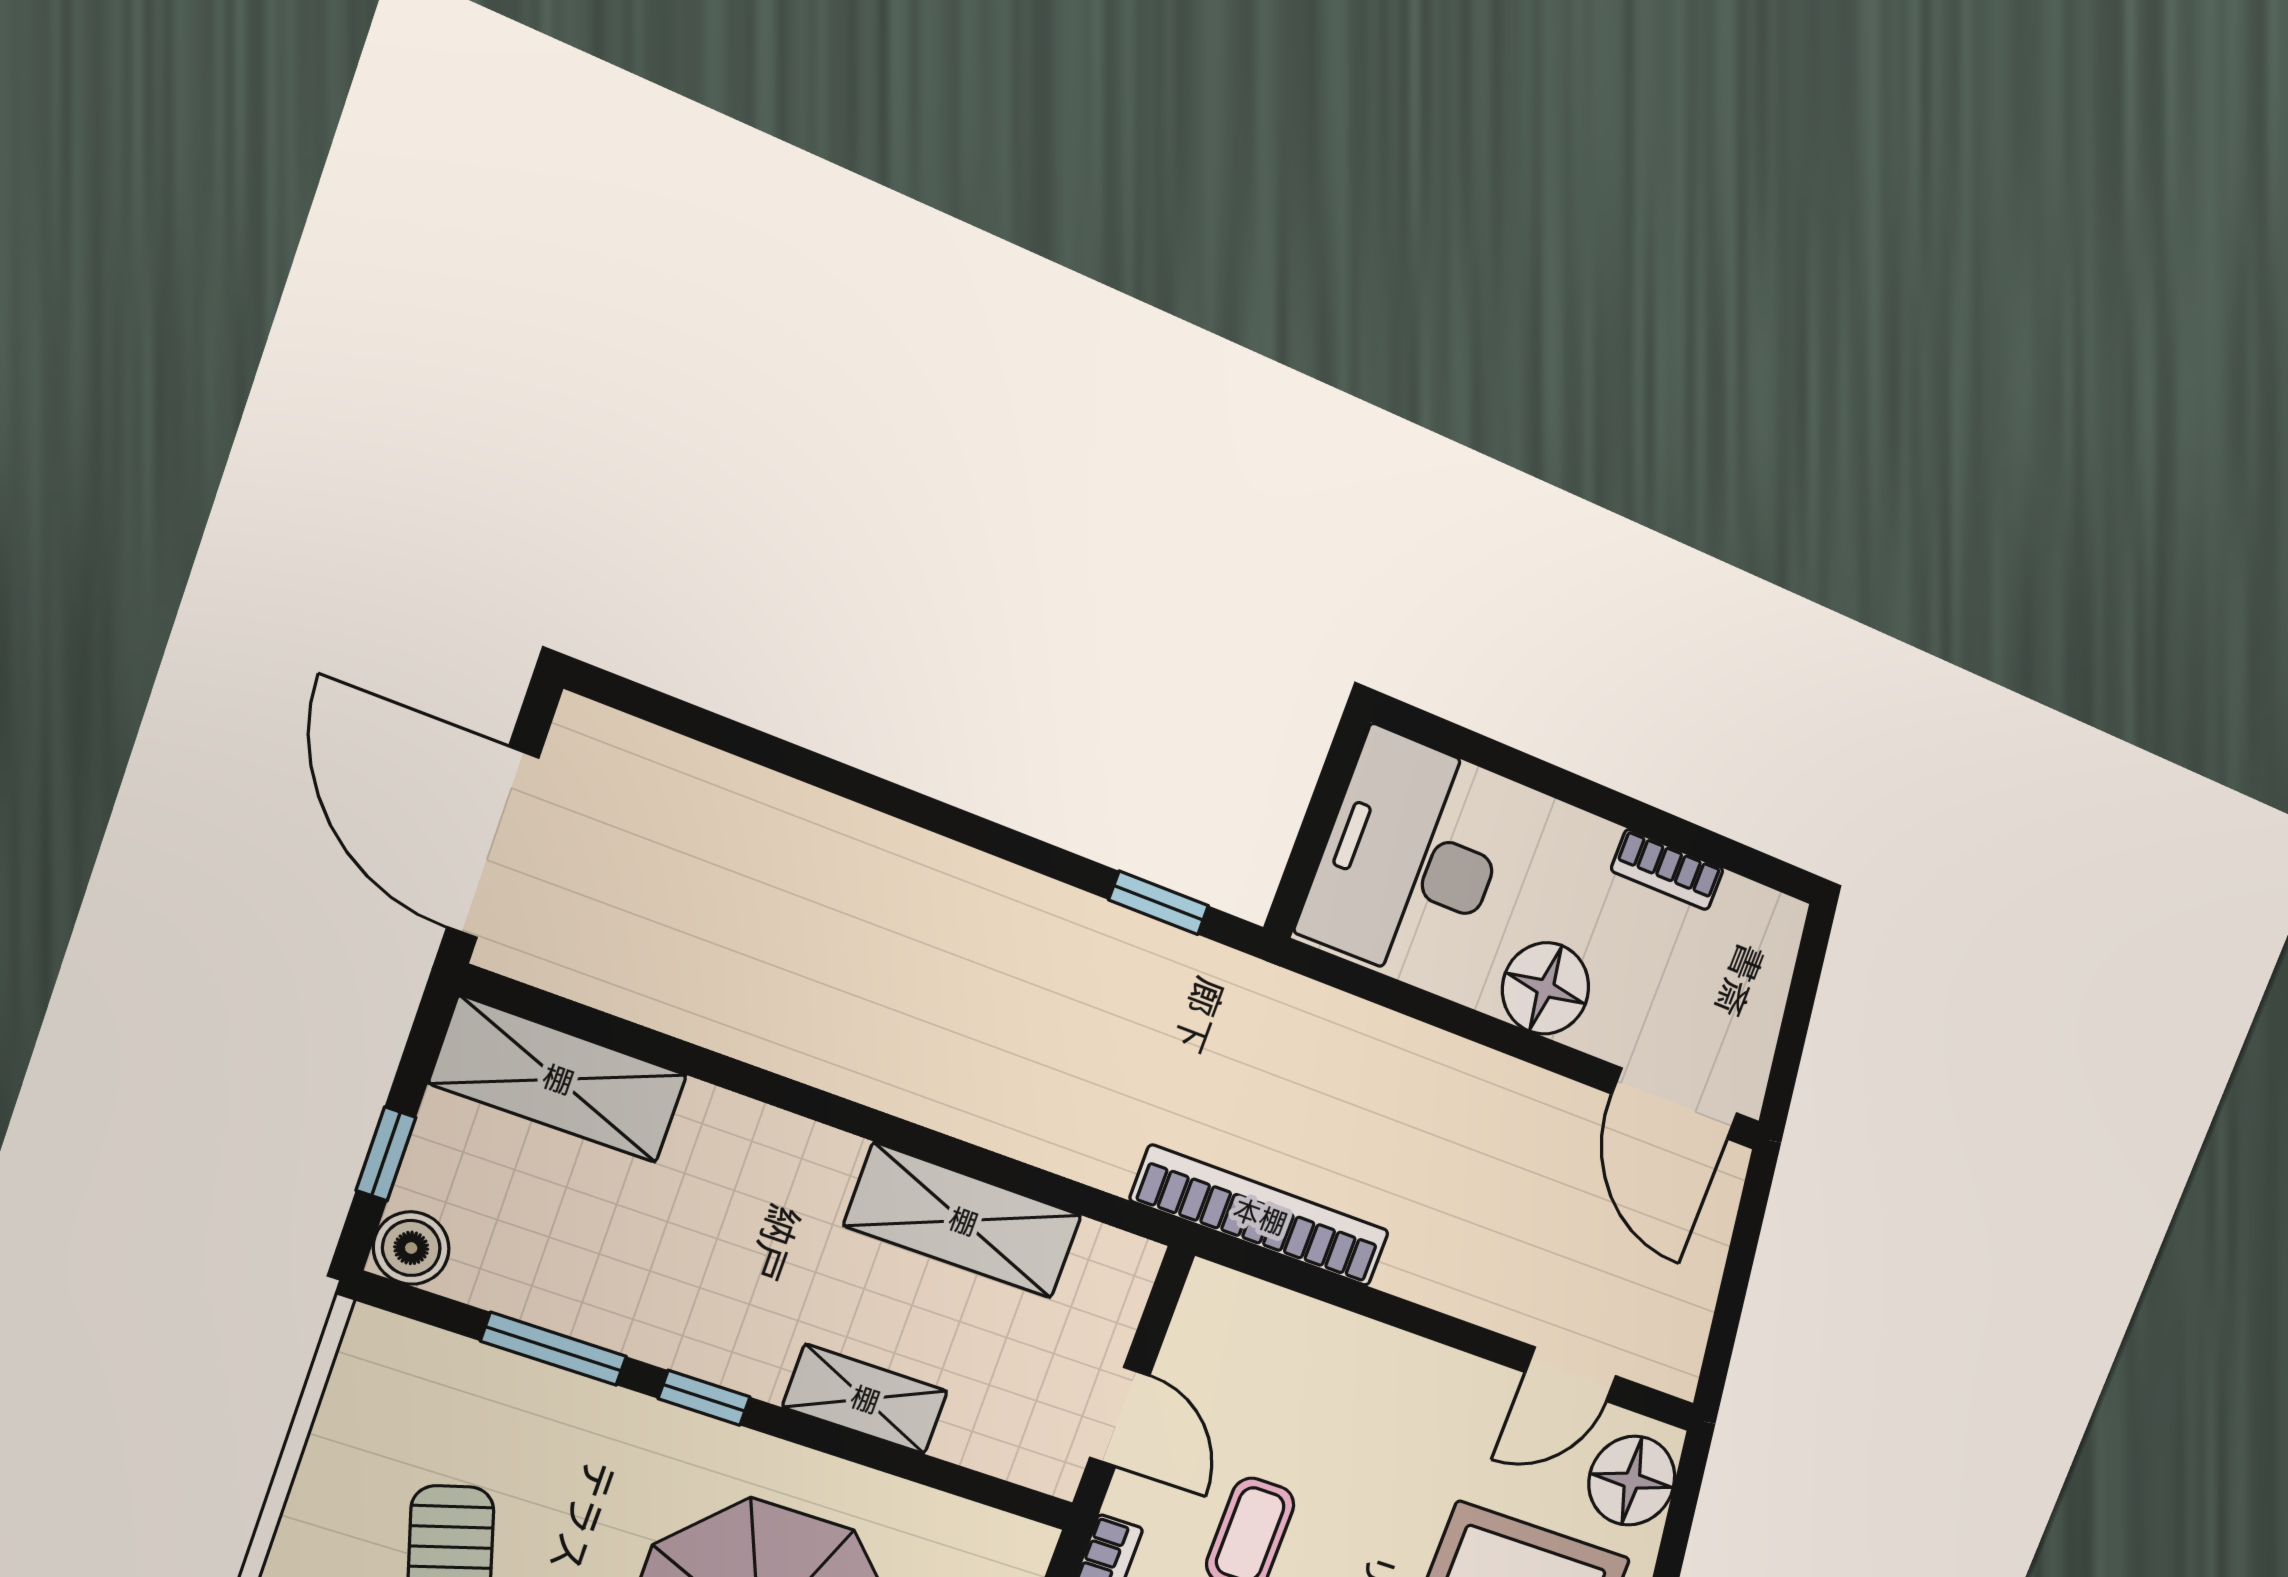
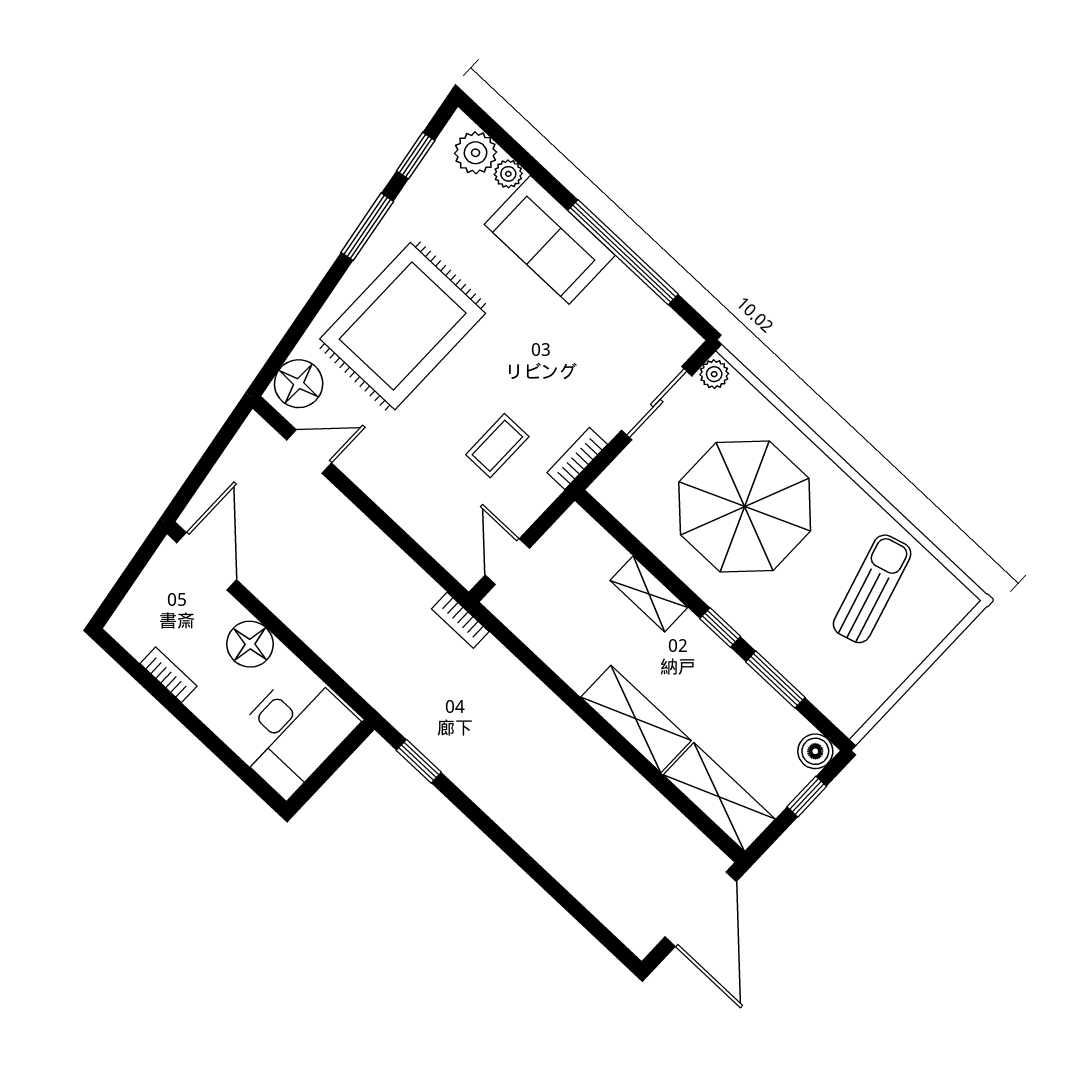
bookcase: (1260, 1216) -> (460, 620), width x0.43, depth x0.76
shelving: (963, 1221) -> (636, 719), moved
door: (1120, 1417) -> (507, 562), moved

